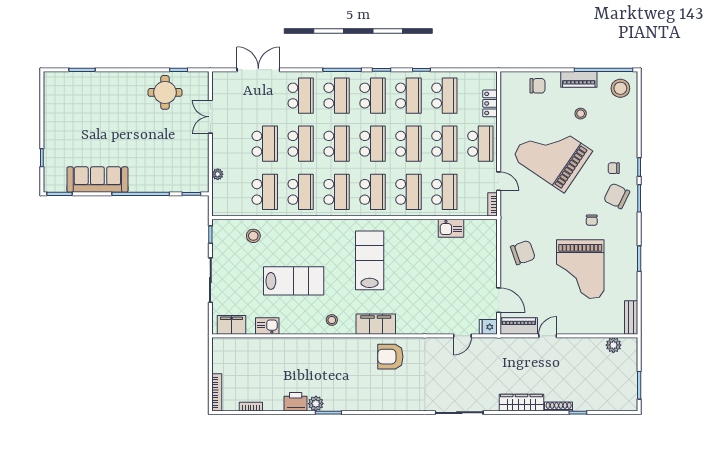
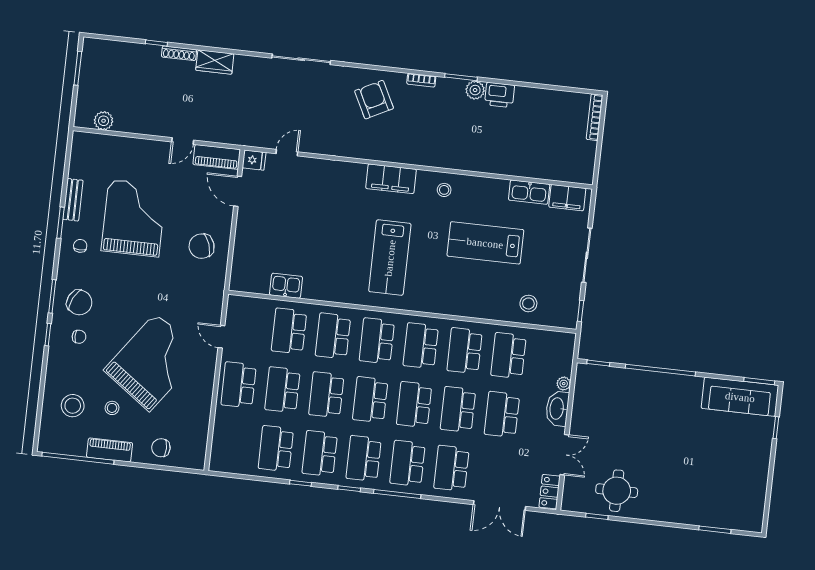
stool: (620, 88) -> (73, 406), moved
locker: (490, 103) -> (550, 492), moved, turned 180
washbasin: (220, 153) -> (557, 409), added
grand piano: (552, 154) -> (153, 362), turned -88
sofa: (97, 180) -> (740, 397), moved
bookcase: (493, 204) -> (232, 309), removed
chair: (592, 220) -> (80, 246), moved
bench: (631, 318) -> (73, 200), moved
kitchen sink: (267, 326) -> (529, 192), width x1.38
armchair: (390, 357) -> (374, 100), moved, turned -117
wardrobe: (521, 403) -> (215, 62), width x0.67
bookcase: (251, 407) -> (421, 80), moved

